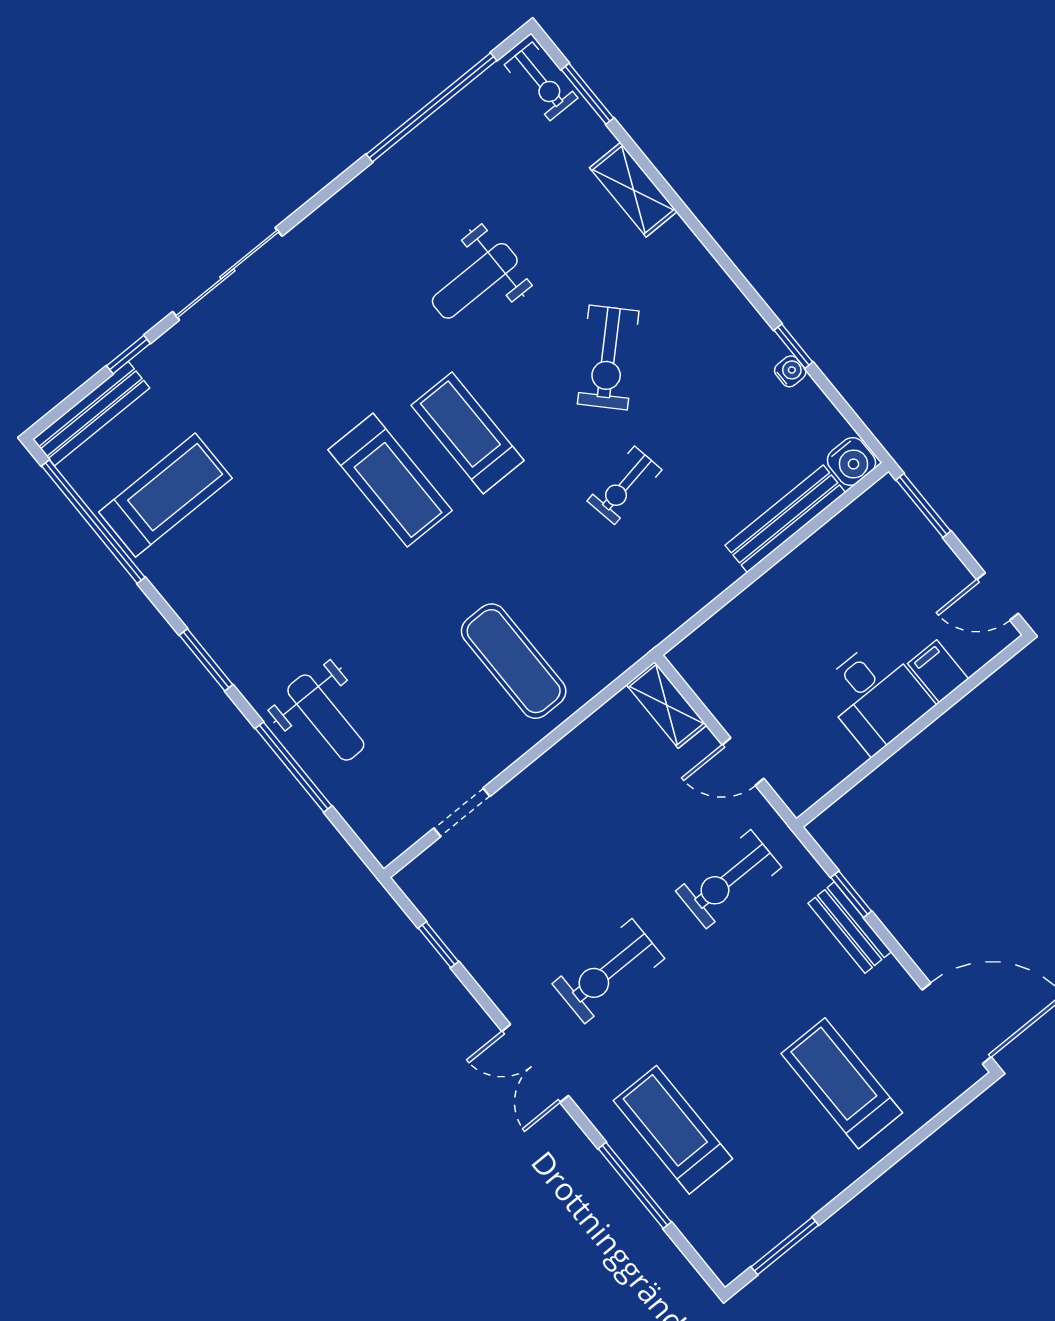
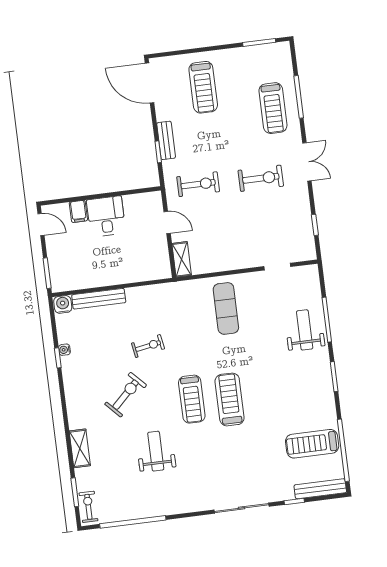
weight bench: (475, 281) -> (156, 451), turned -90

